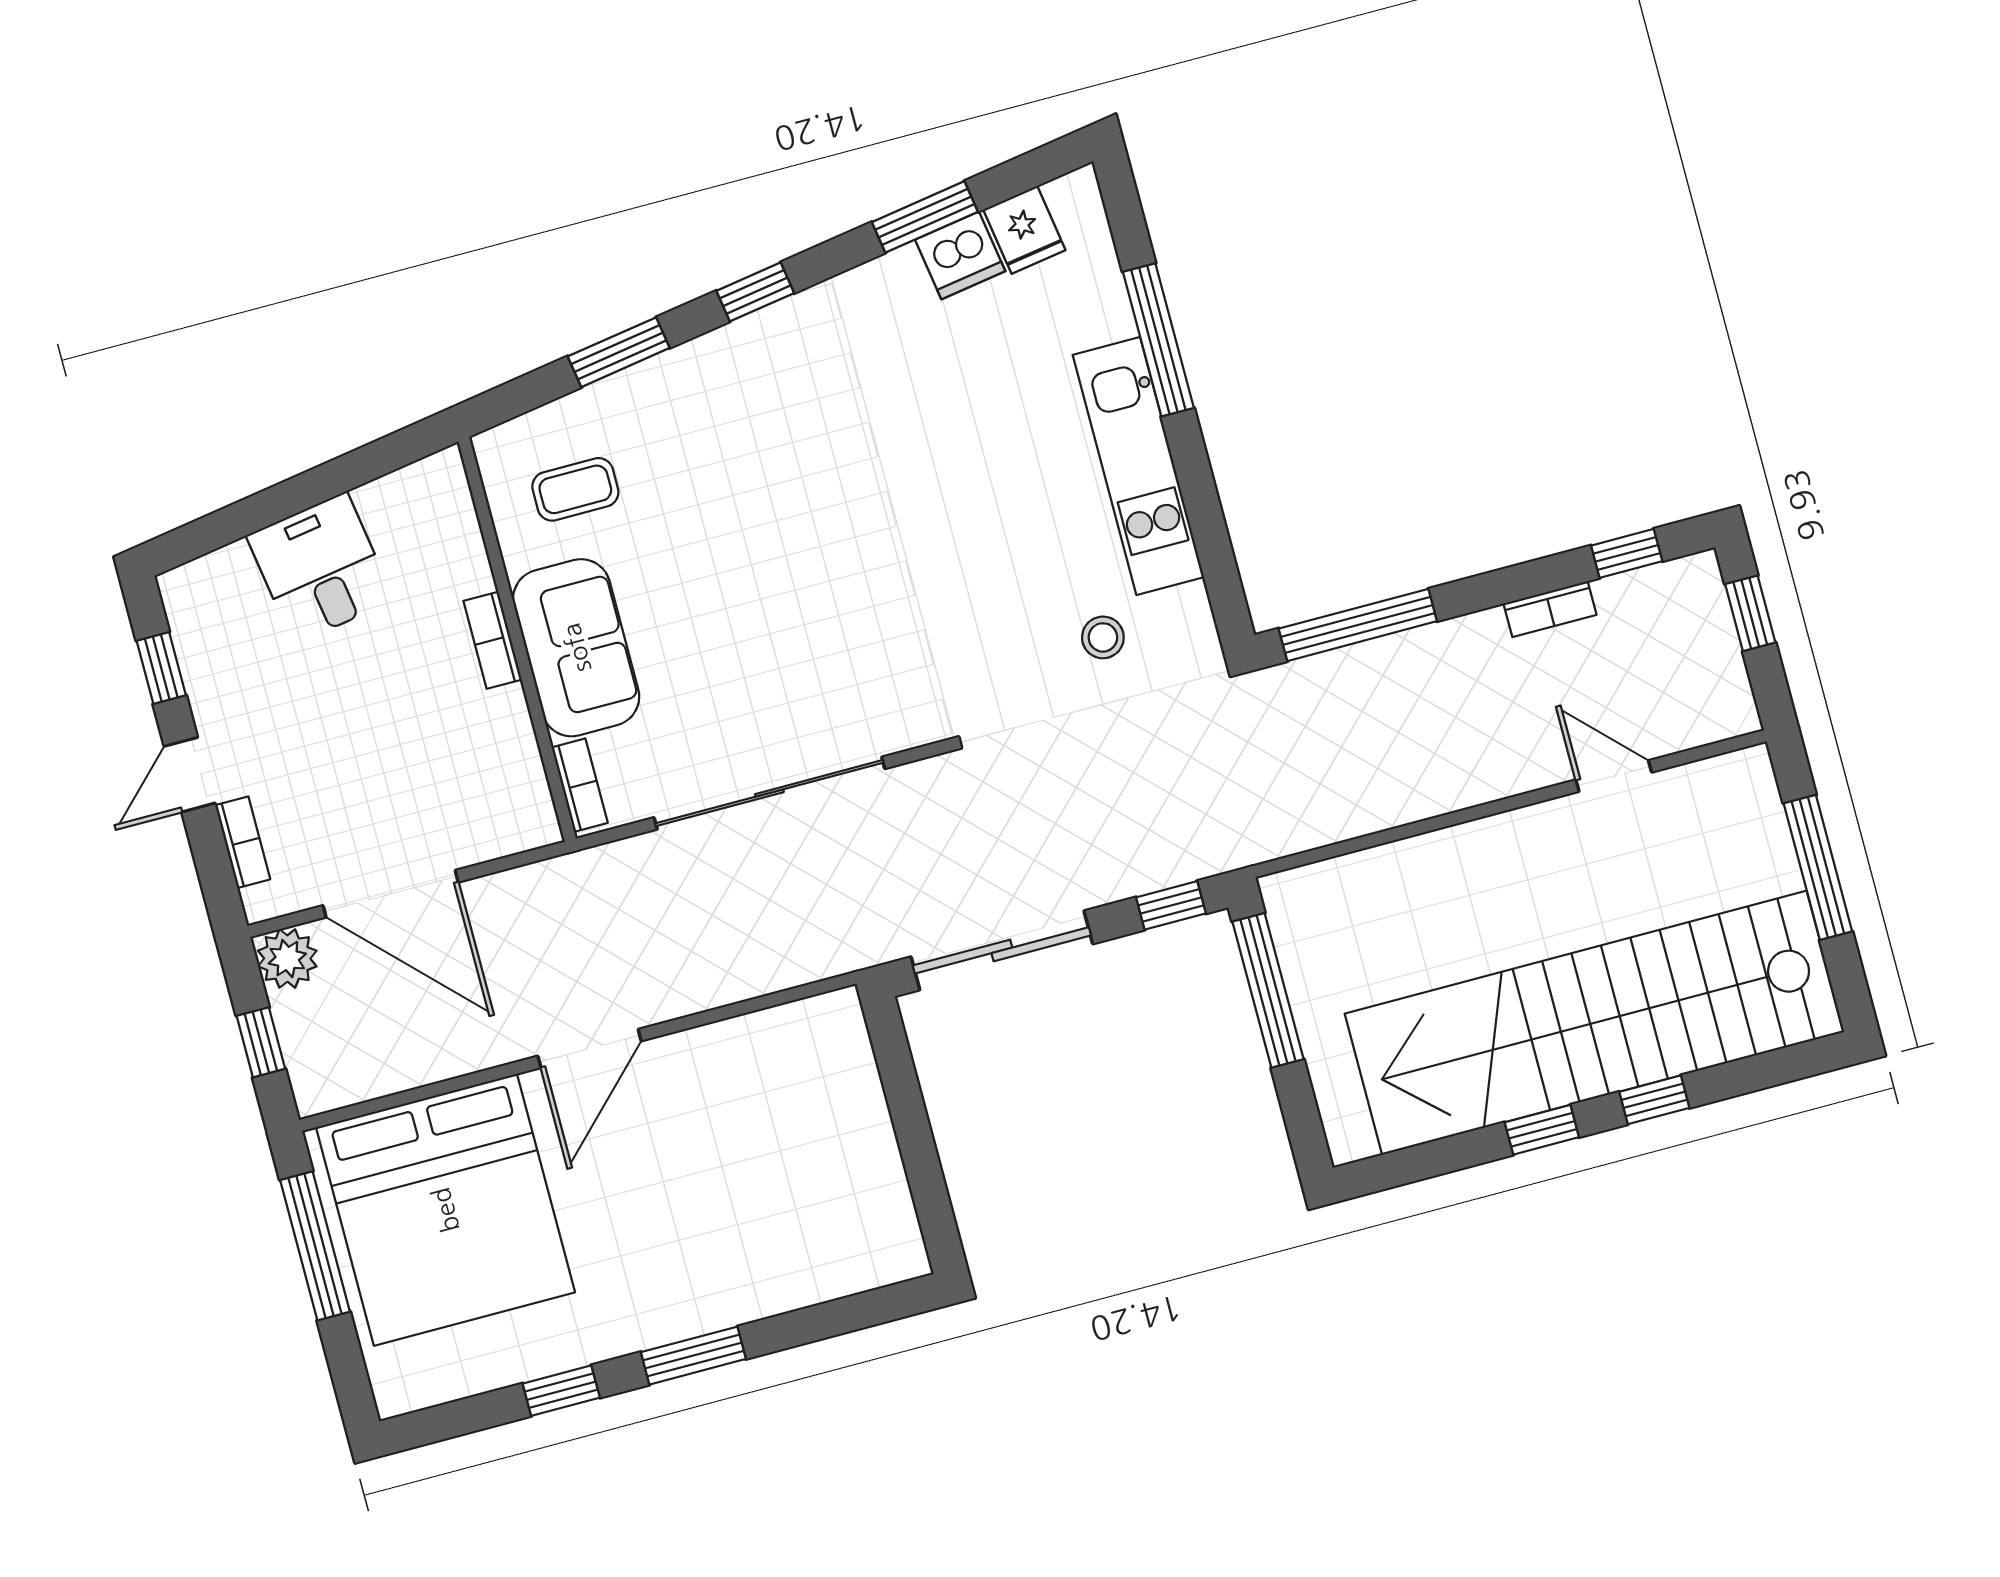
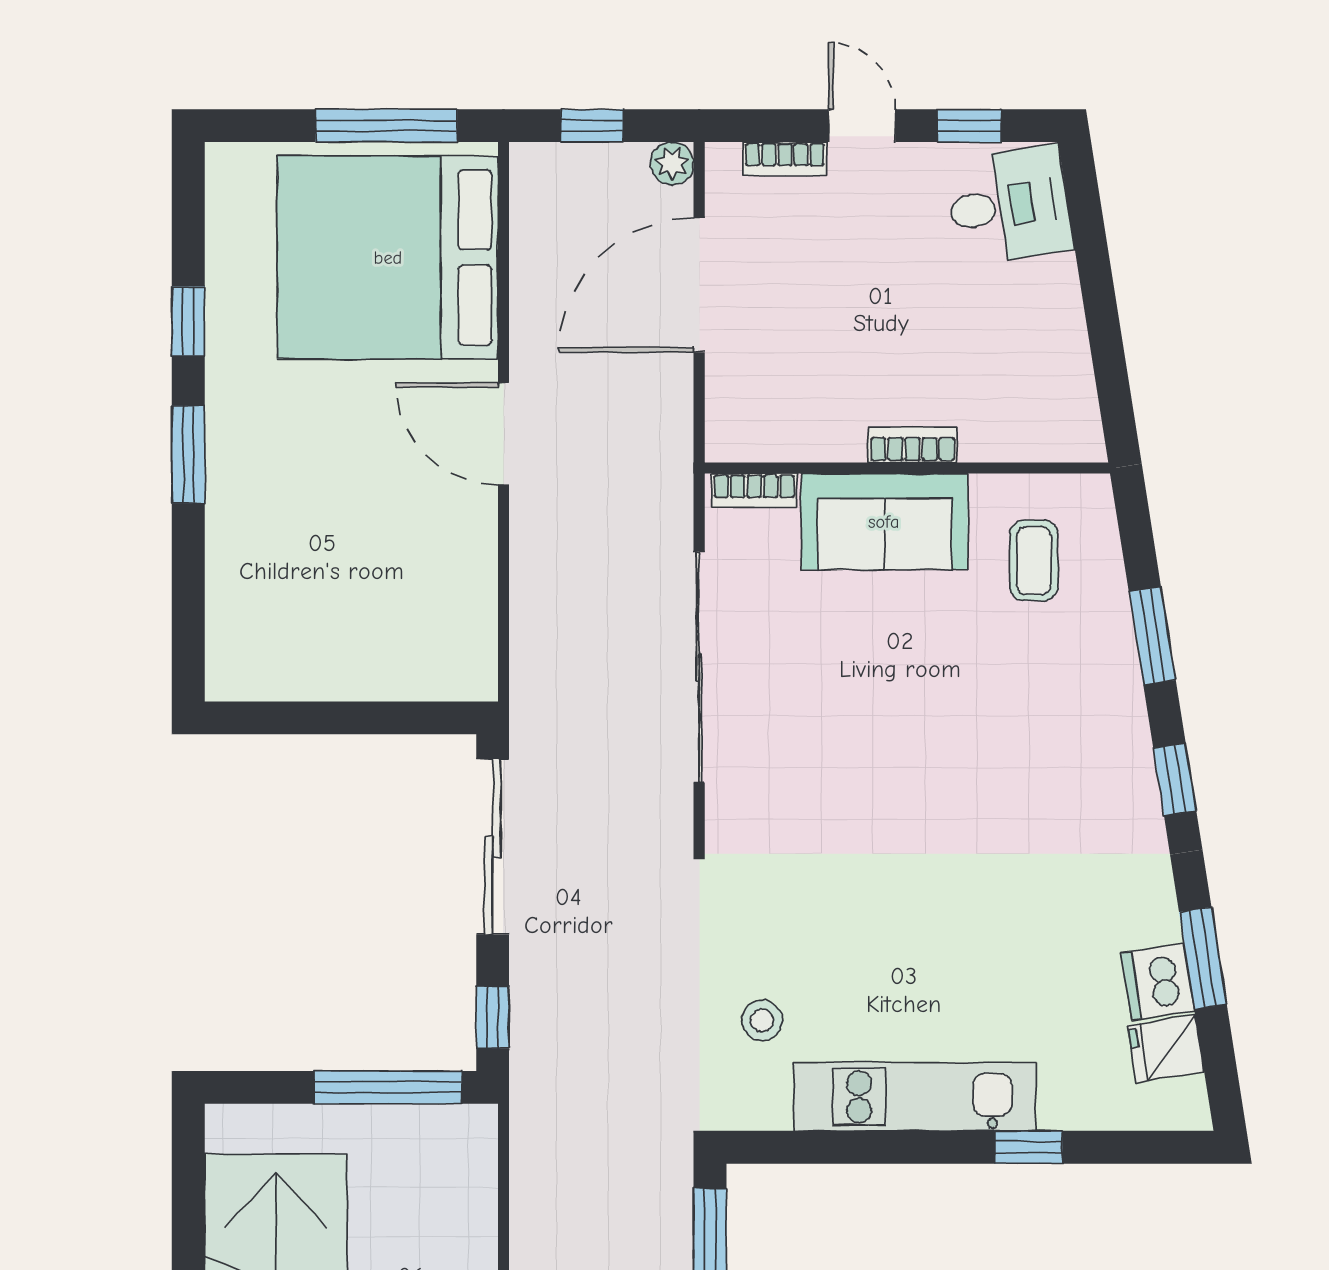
window: (1158, 340) -> (1029, 1147), width x0.46
desk: (320, 568) -> (1009, 205), moved
plant: (287, 959) -> (672, 163), width x0.73, depth x0.73

